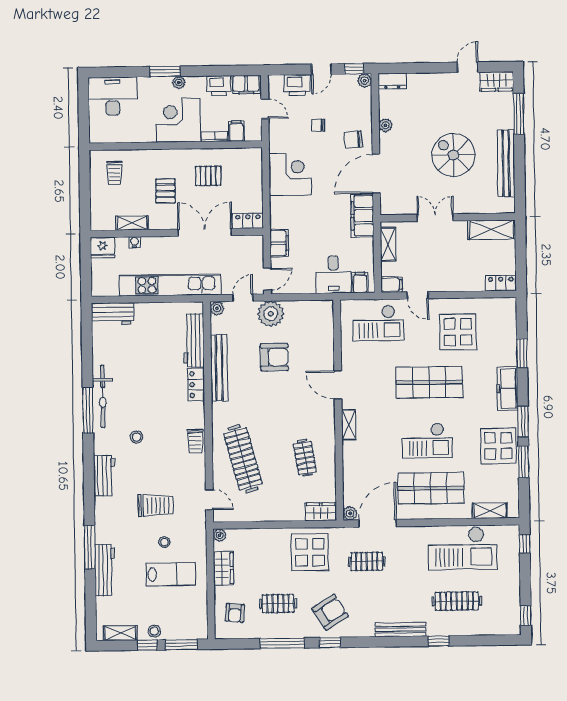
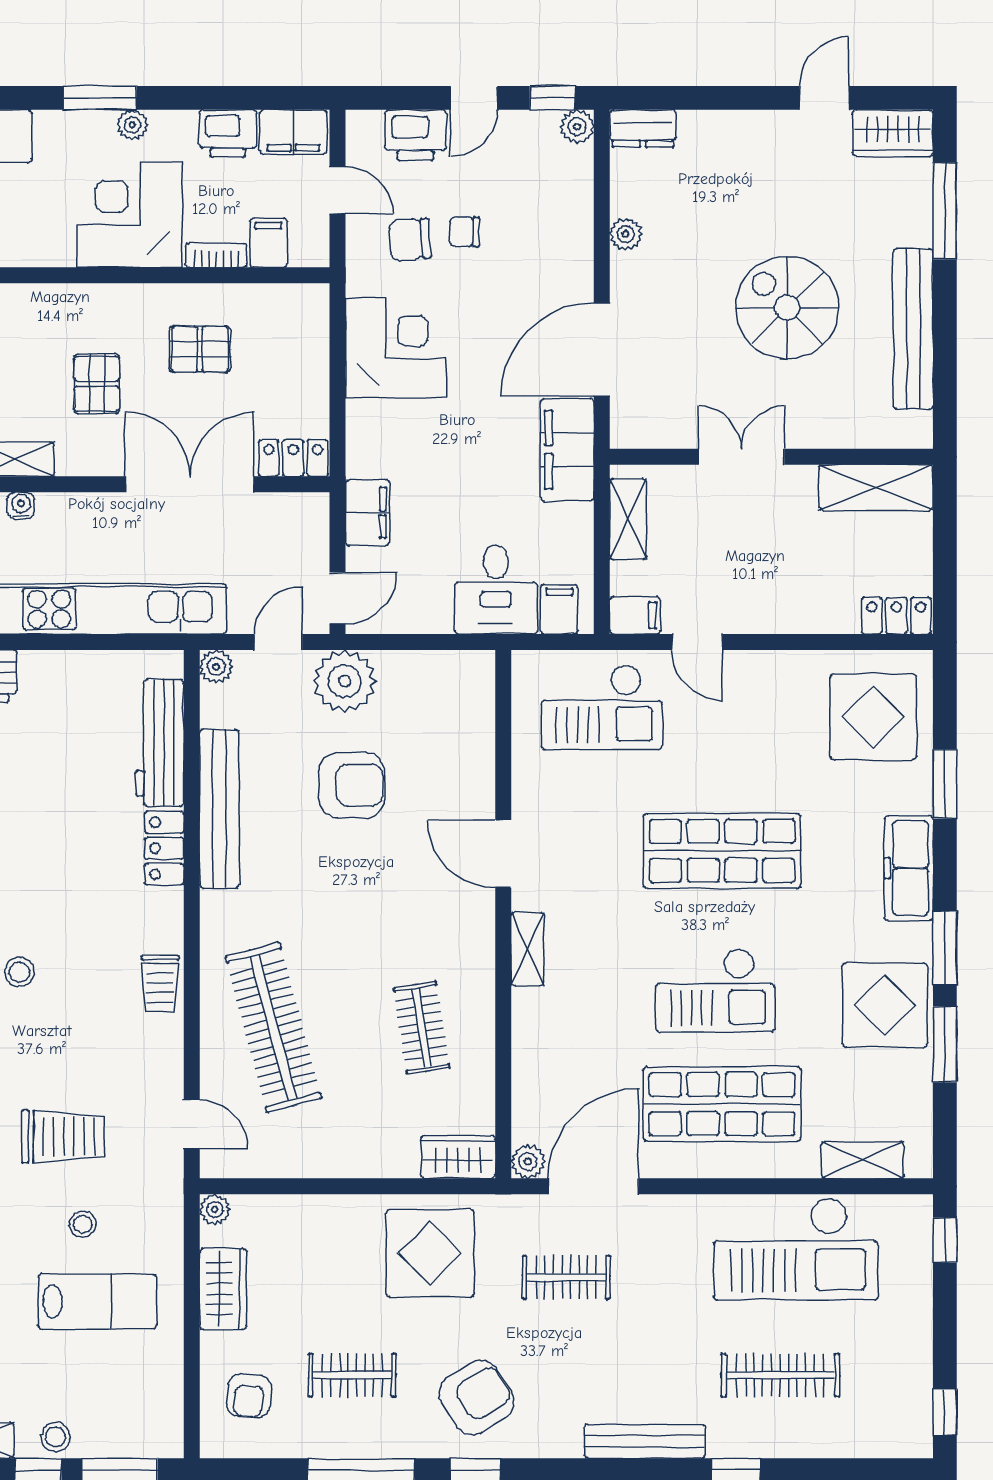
chair: (353, 140) -> (410, 240), moved
display table: (458, 332) -> (873, 717), moved

